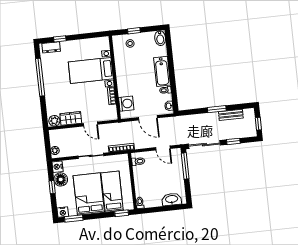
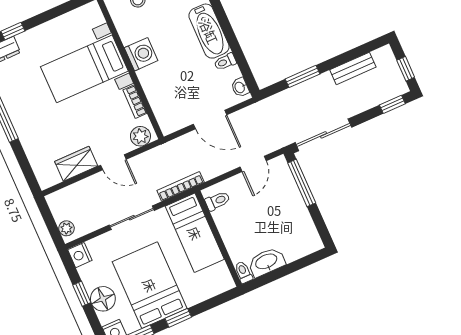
washing machine: (126, 104) -> (141, 54), moved
window: (217, 109) -> (302, 76), moved
plant: (54, 121) -> (140, 136), moved
window: (233, 141) -> (392, 104), moved
door: (163, 148) -> (253, 164), hinge flipped
floor lamp: (61, 179) -> (103, 299), moved
bed: (112, 192) -> (195, 233), moved, turned 180
washbasin: (172, 199) -> (266, 262), moved
window: (122, 213) -> (178, 318), moved

